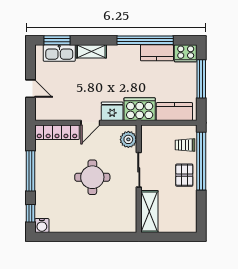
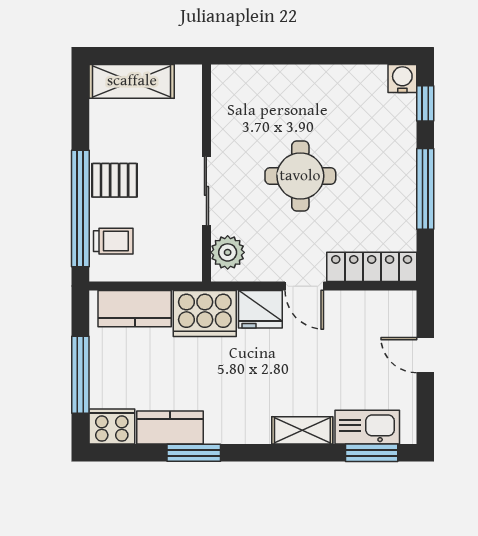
window: (145, 40) -> (194, 453), width x0.47
door: (90, 123) -> (304, 286), swing flipped
pallet: (184, 175) -> (115, 180), turned 90
shelving: (149, 211) -> (132, 81), moved, turned 90

